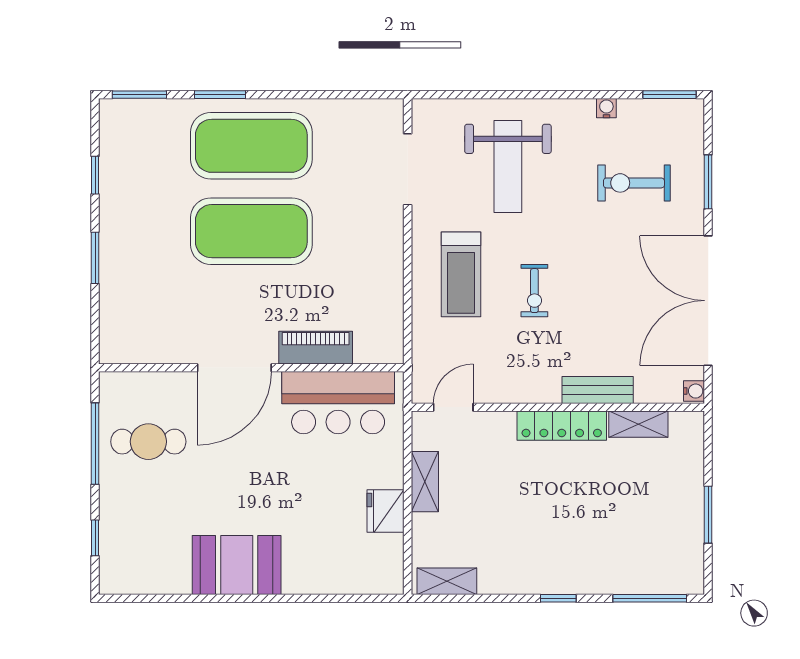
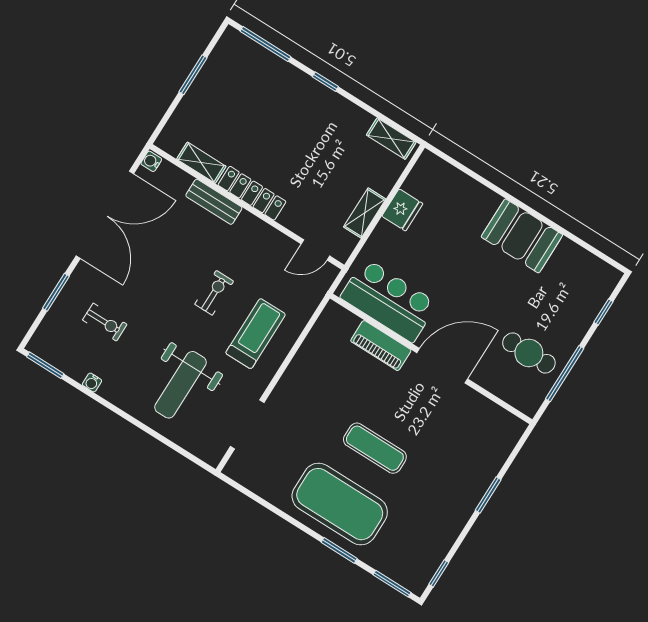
weight bench: (508, 167) -> (180, 385), turned 180
window: (95, 175) -> (439, 573), moved
exercise bike: (634, 183) -> (105, 322), width x0.73, depth x0.72
exercise mat: (251, 231) -> (375, 448), width x0.50, depth x0.69

